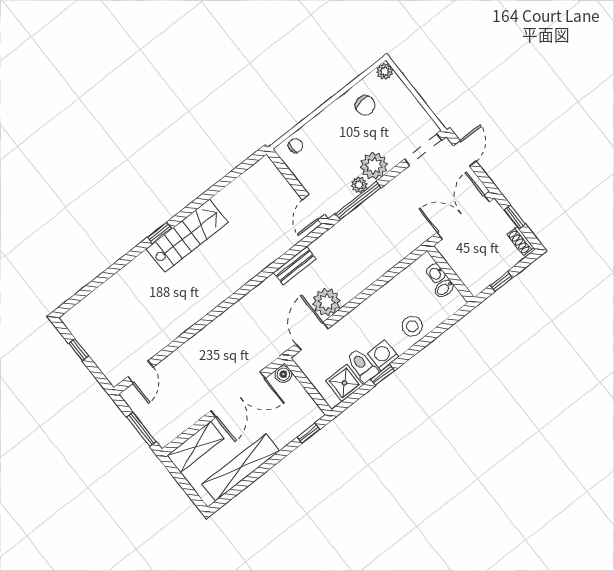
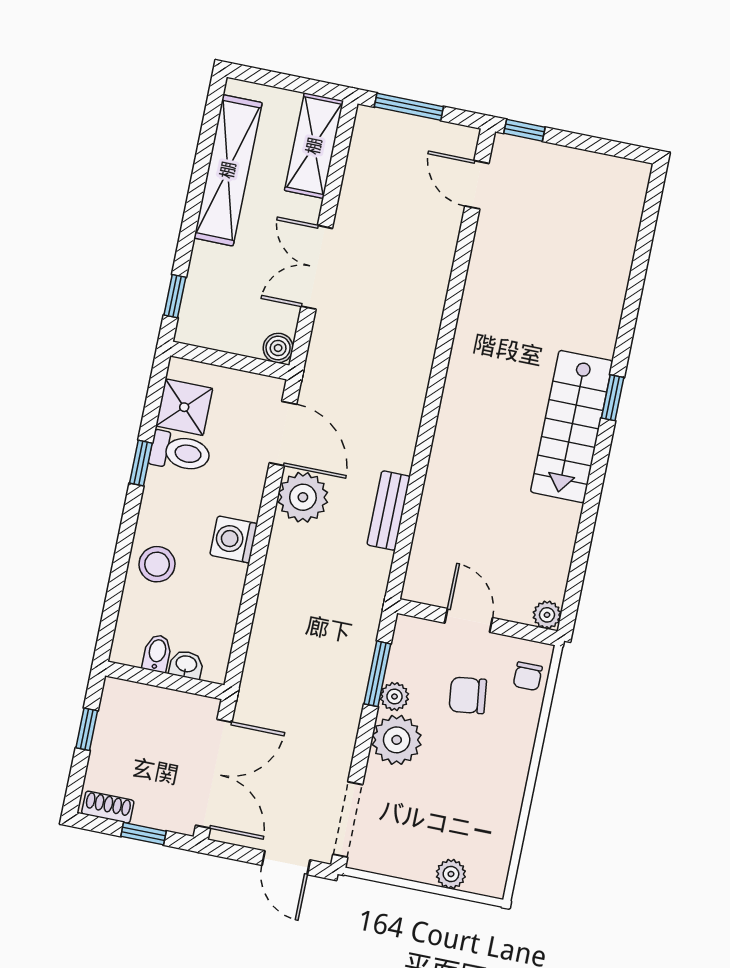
plant: (385, 71) -> (451, 874), moved
chair: (365, 105) -> (468, 695), moved
plant: (265, 165) -> (547, 615), added
window: (358, 201) -> (377, 674), width x0.69
door: (314, 207) -> (469, 620), moved
window: (79, 350) -> (524, 130), moved
washing machine: (383, 355) -> (234, 539), moved, turned 180
double door: (238, 394) -> (317, 267), width x0.73

